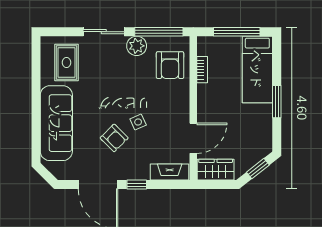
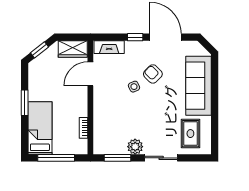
window: (159, 32) -> (118, 158), width x0.69
armchair: (170, 65) -> (109, 131), removed

